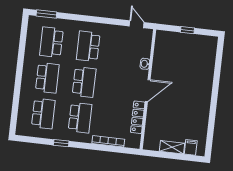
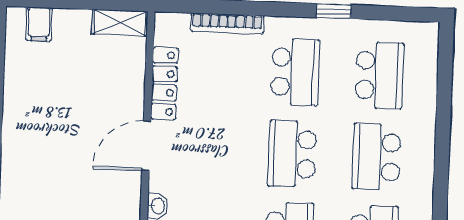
school desk: (43, 114) -> (379, 75), turned 180
school desk: (80, 118) -> (295, 72), turned 180
shelving: (172, 147) -> (120, 23), moved

